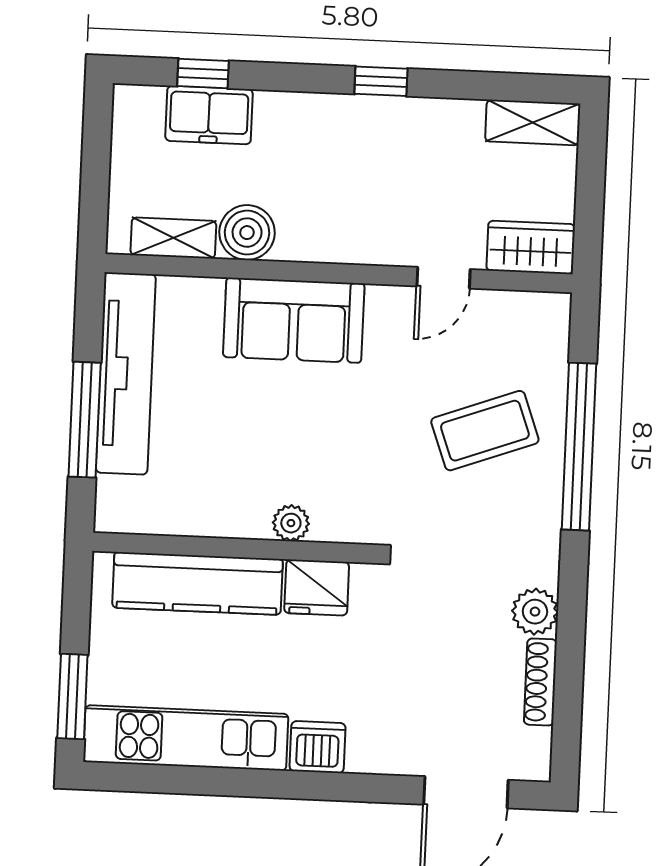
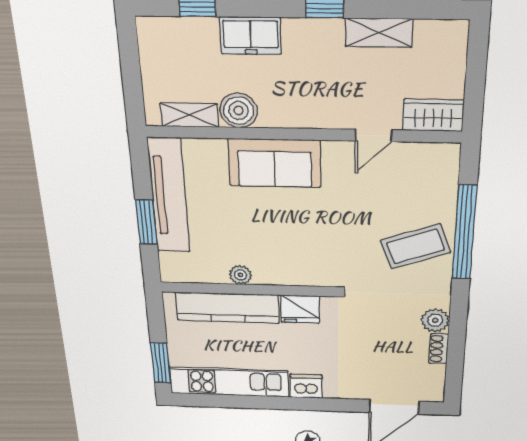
freezer: (209, 115) -> (251, 36), moved
shelving: (533, 122) -> (379, 33), moved
window: (85, 420) -> (146, 222), width x0.69
coffee table: (485, 431) -> (415, 246), moved
plant: (291, 523) -> (240, 275), moved
shoe rack: (540, 682) -> (439, 349), width x0.70

